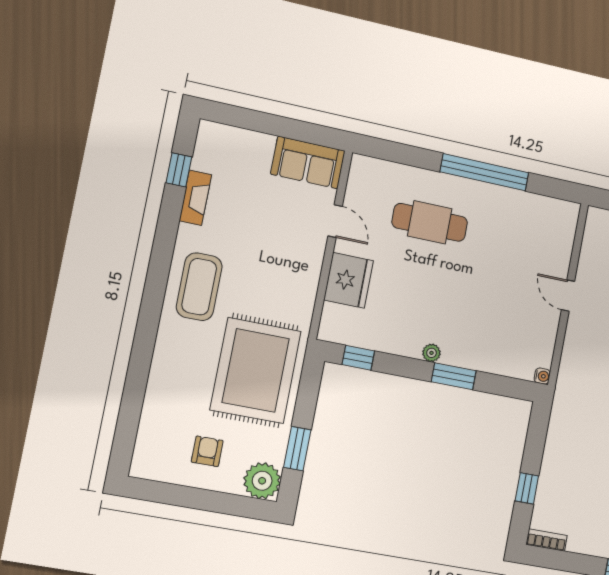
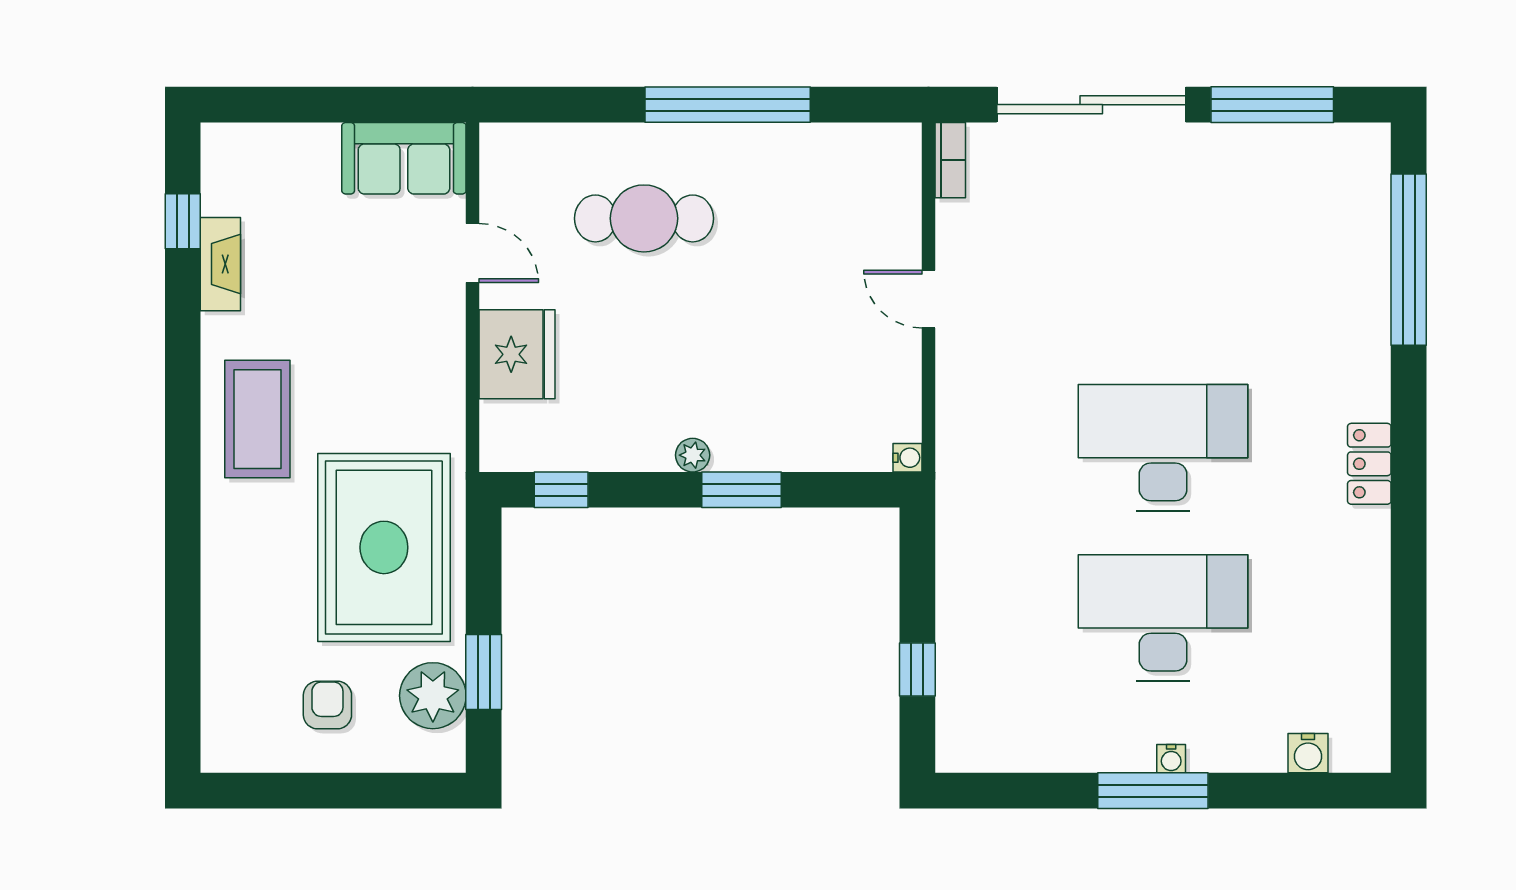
plant: (262, 481) -> (433, 696), moved
bookcase: (547, 540) -> (950, 160), moved, turned 90

